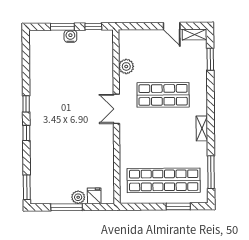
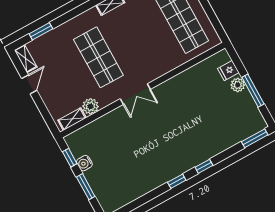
water cooler: (70, 36) -> (84, 163), moved
shelving: (124, 46) -> (72, 119), added

